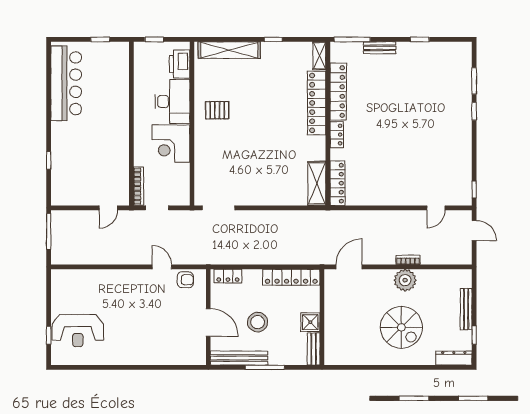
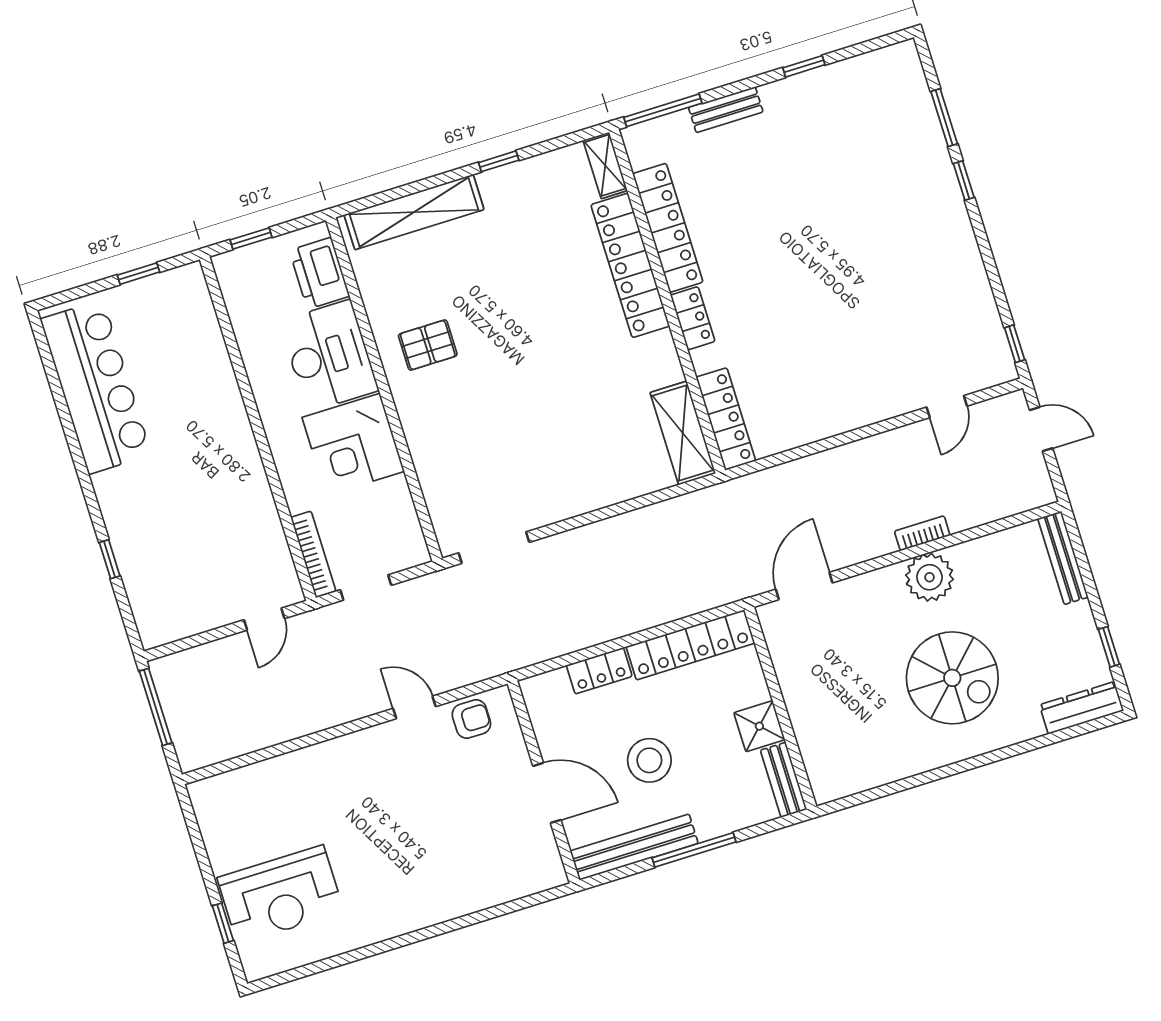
locker: (228, 276) -> (599, 671), moved
bench: (466, 309) -> (1063, 558), moved

